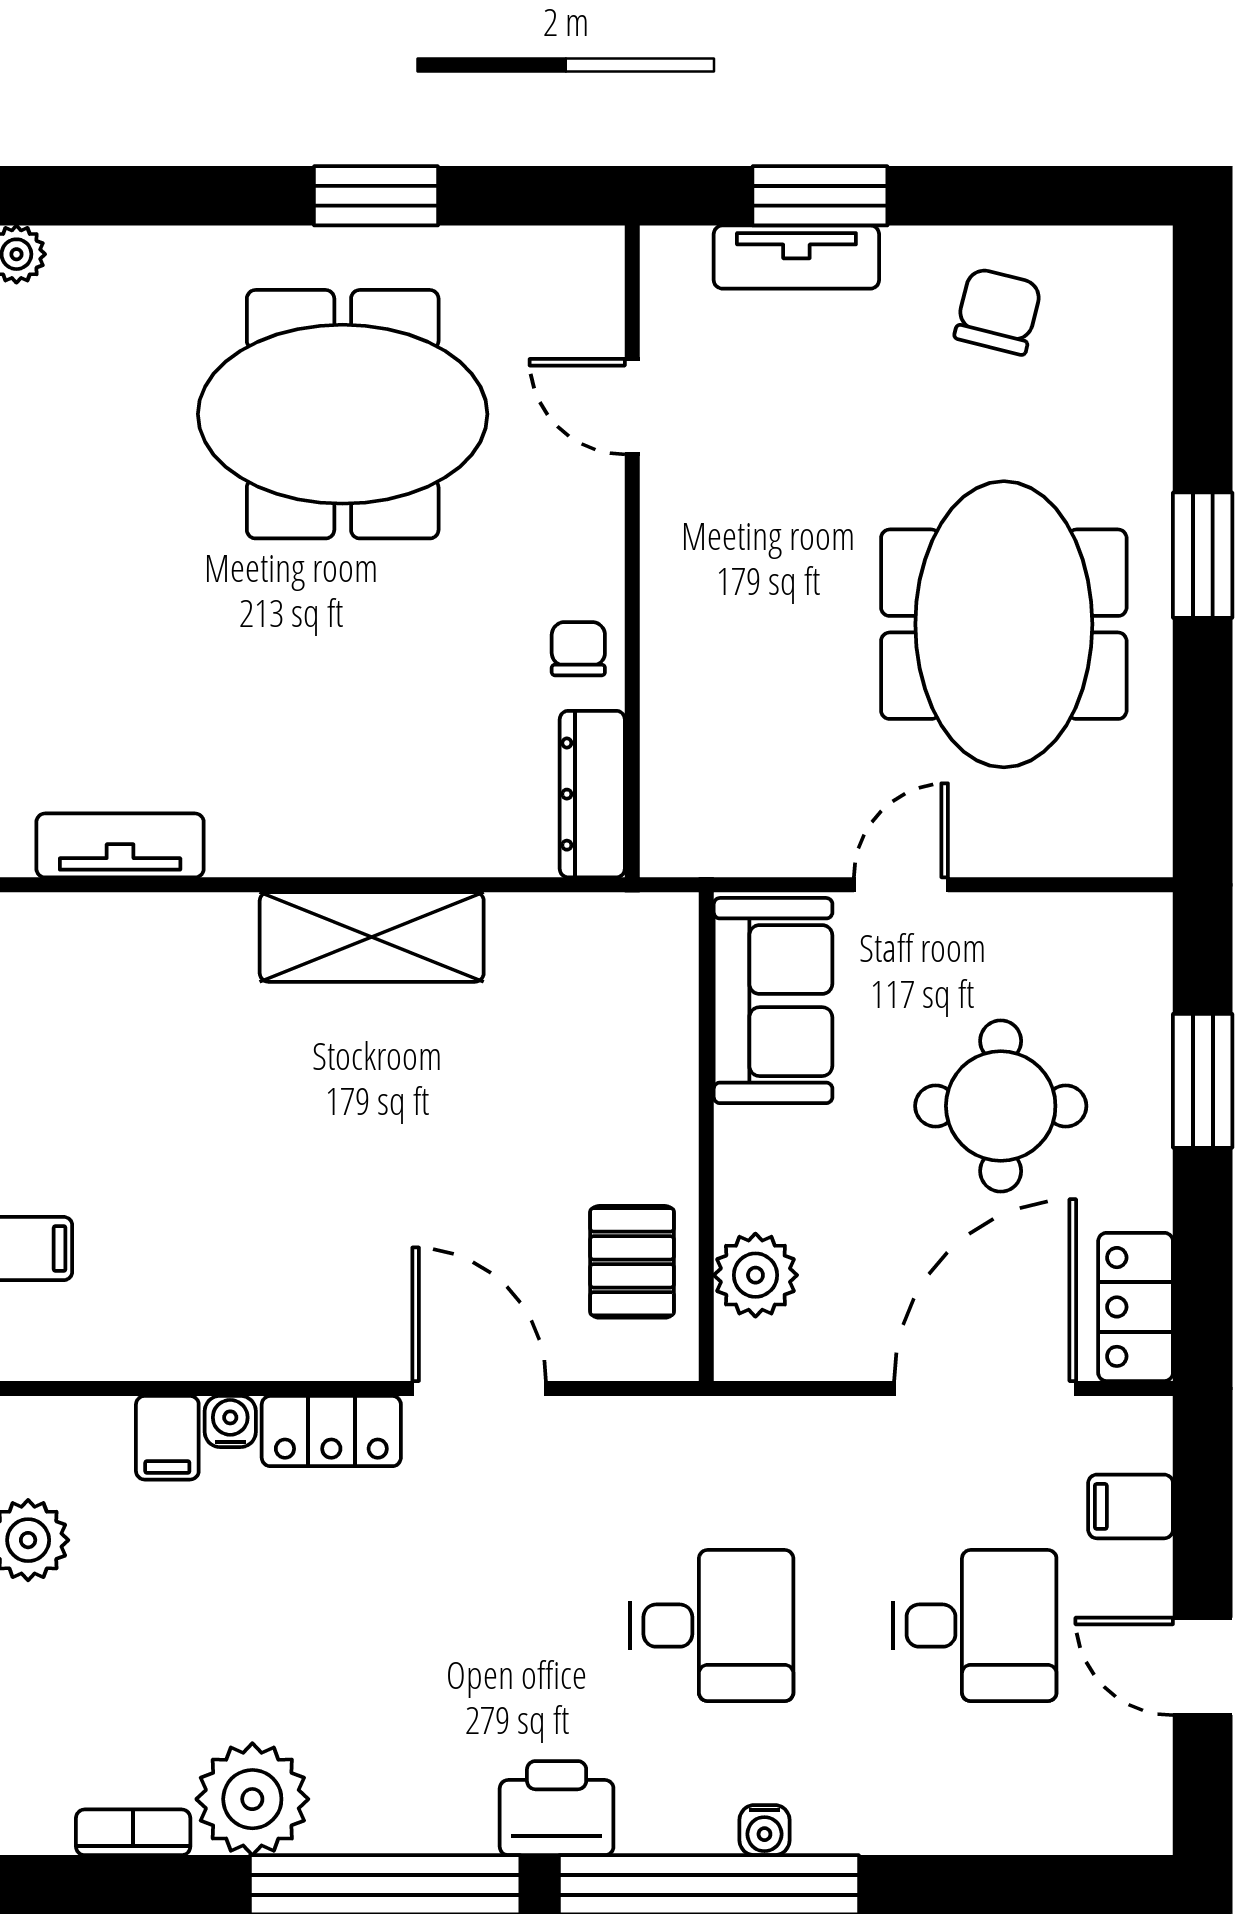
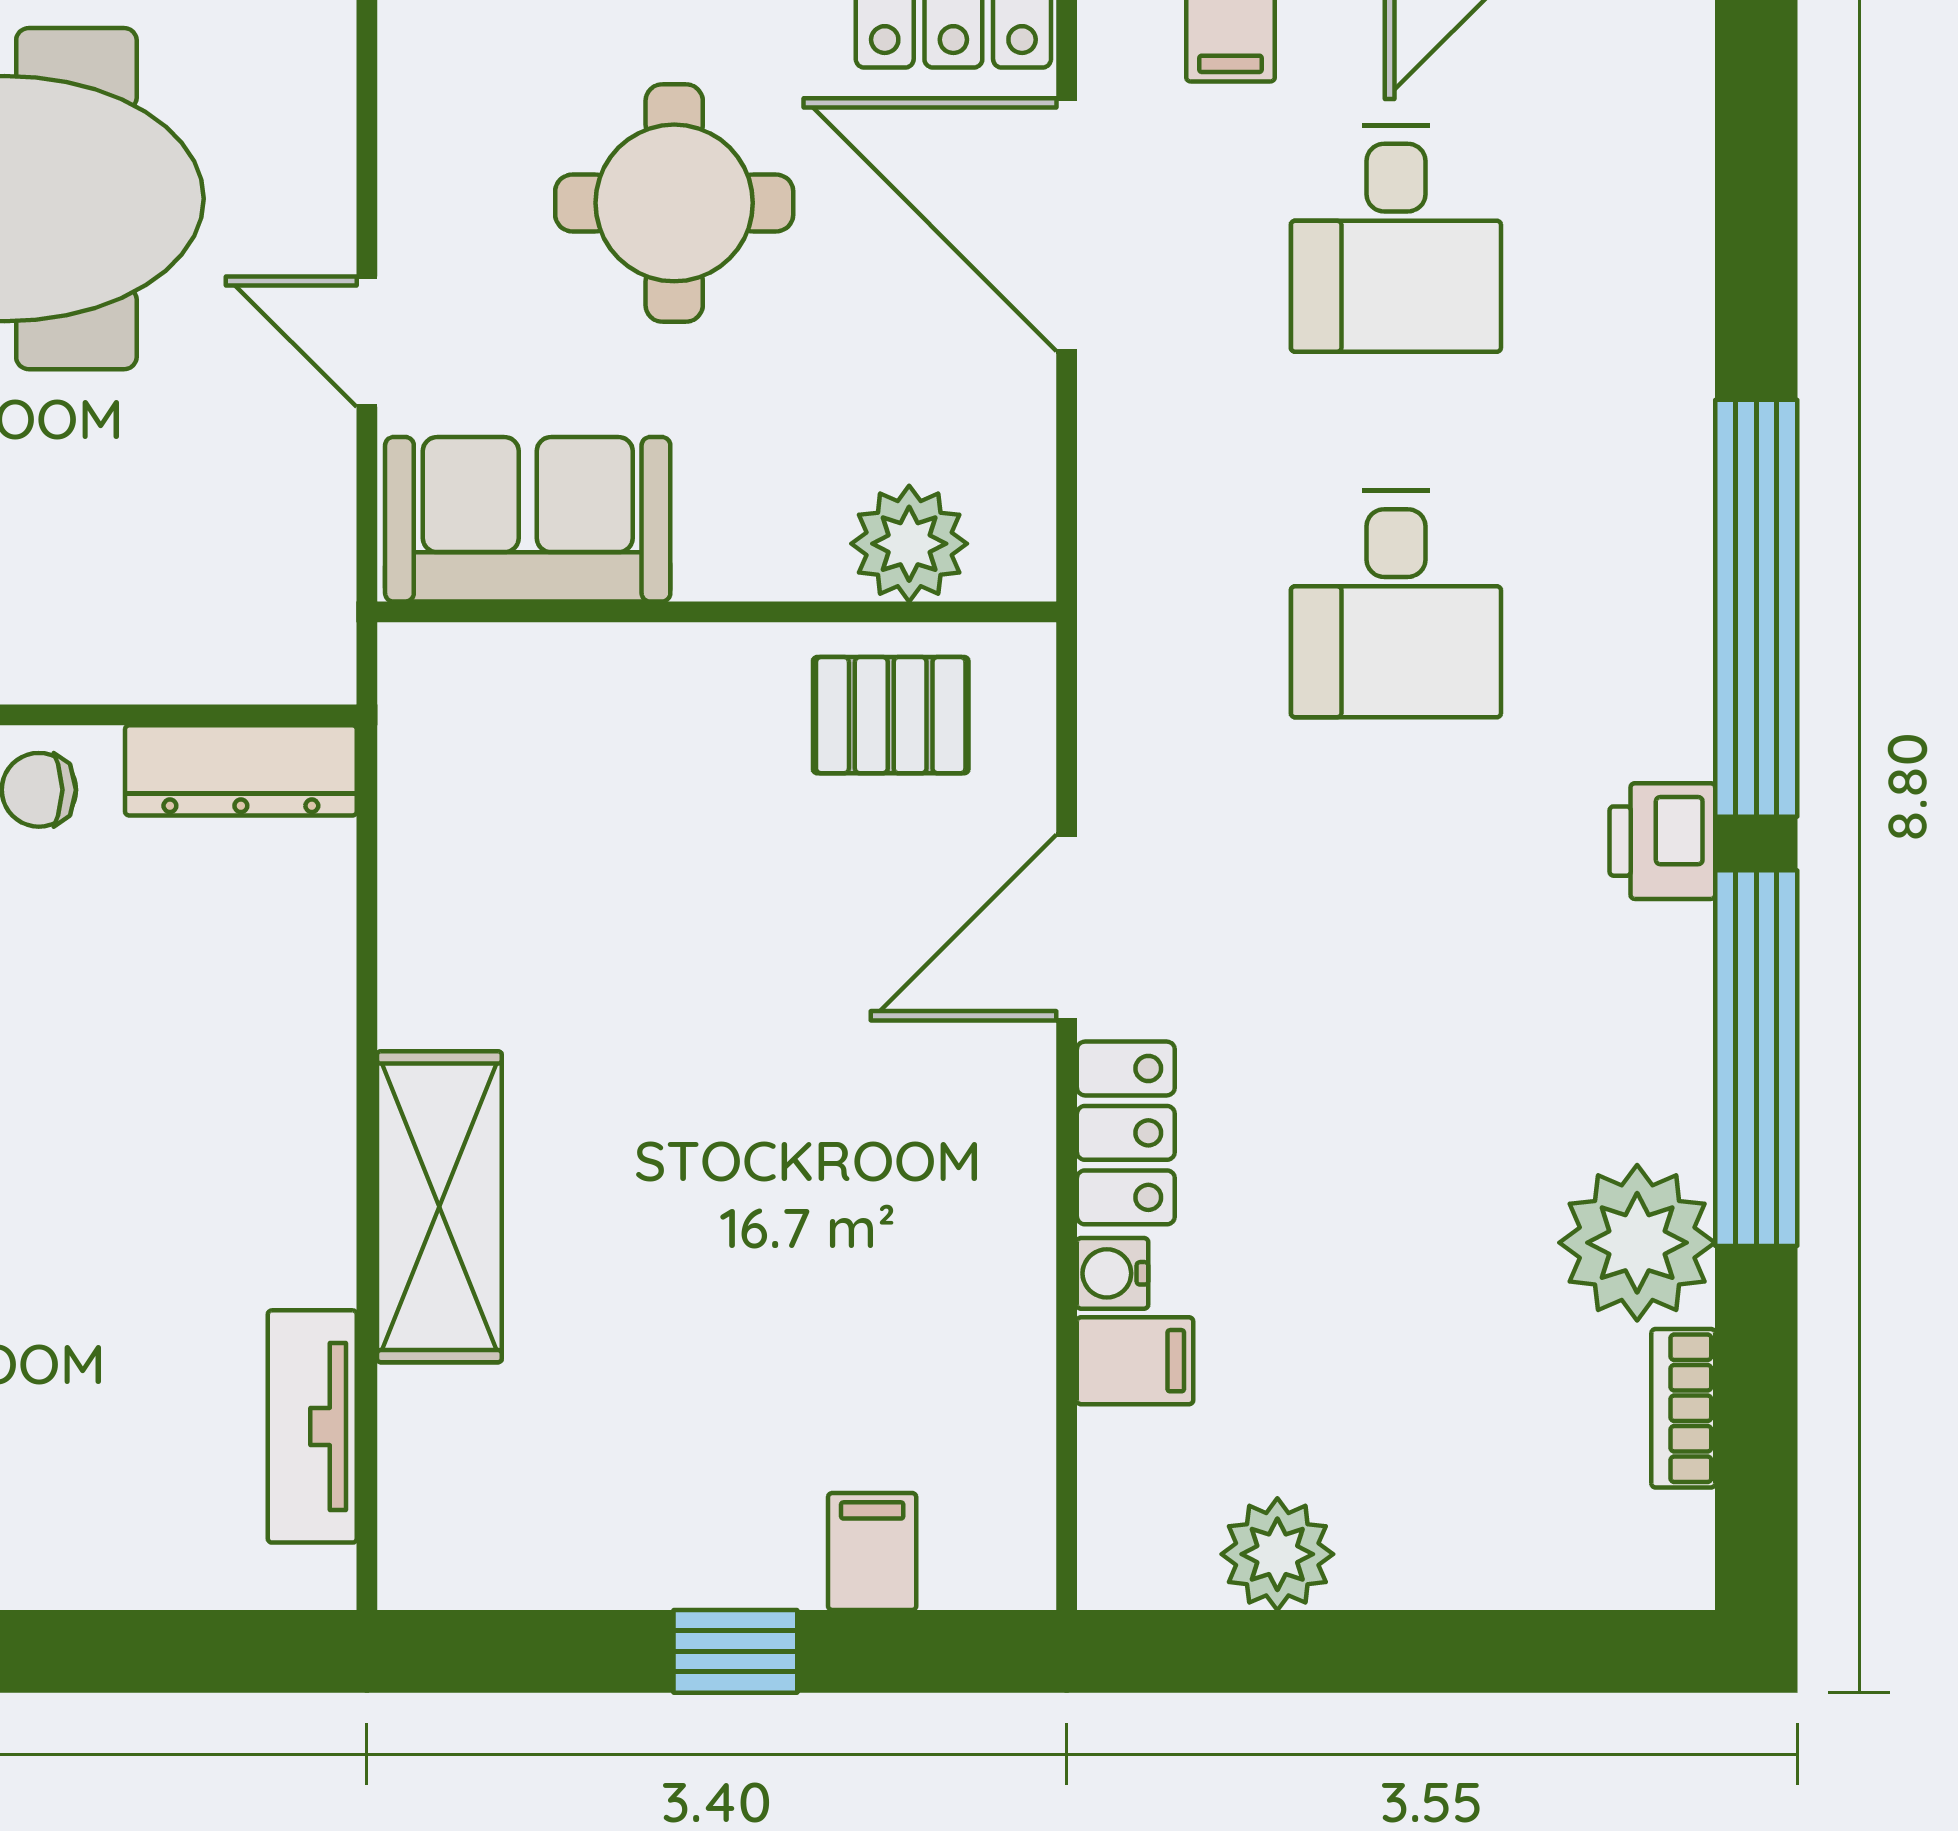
shelving: (372, 937) -> (439, 1207), moved
desk: (712, 1626) -> (1396, 604), turned 180
desk: (975, 1626) -> (1396, 239), turned 180
printer: (557, 1808) -> (1662, 841), width x0.73, depth x0.81
water cooler: (764, 1830) -> (1680, 531), removed

